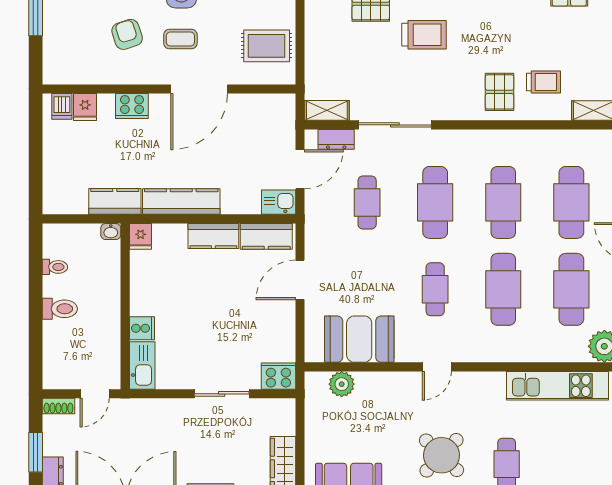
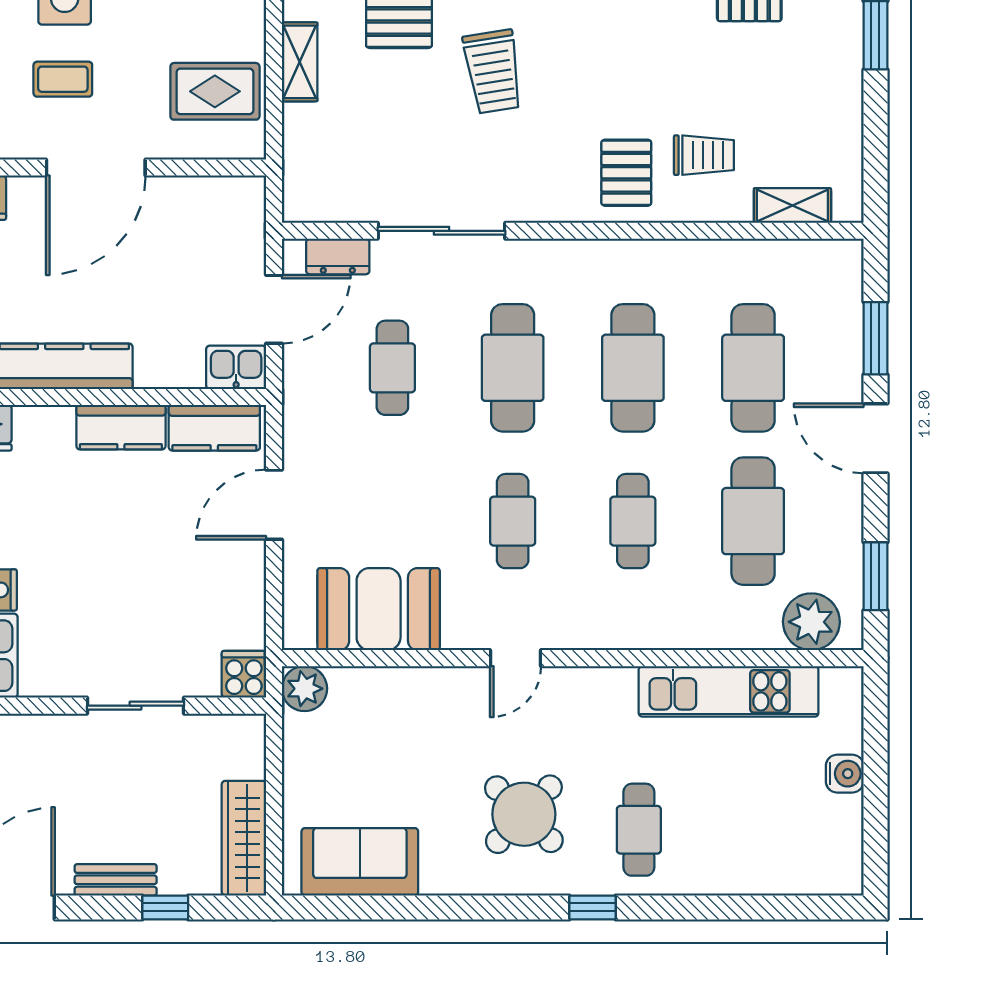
trolley: (424, 35) -> (493, 72), turned 81
shelving: (327, 110) -> (300, 62), moved, turned 90
cafe table: (503, 289) -> (633, 521), width x0.73, depth x0.74
cooker: (278, 376) -> (244, 674), width x0.73
plant: (342, 384) -> (305, 689), moved

